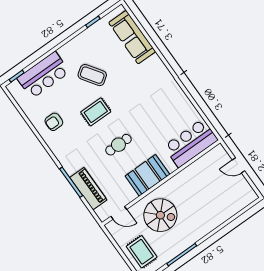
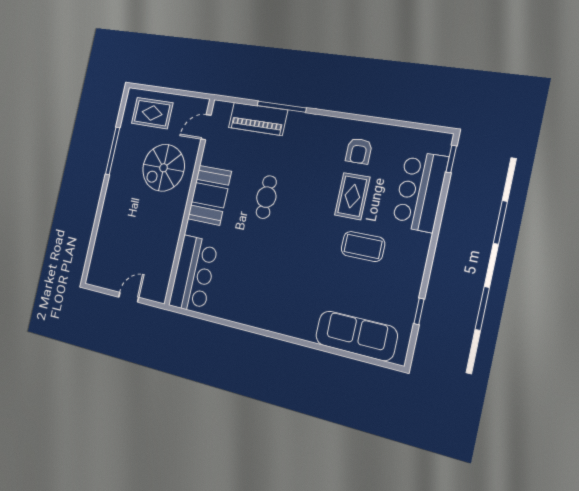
coffee table: (92, 75) -> (363, 246), turned 34
rug: (96, 112) -> (352, 196), moved
armchair: (54, 122) -> (359, 151), turned 180

